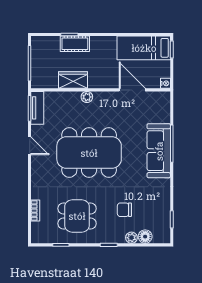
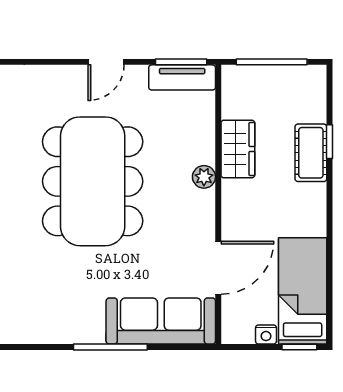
nightstand: (165, 83) -> (266, 334), moved
sofa: (159, 151) -> (161, 321), moved

